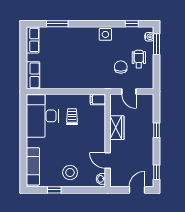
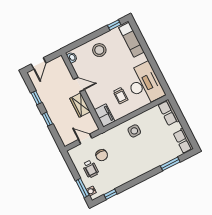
side table: (105, 34) -> (134, 131), moved
filing cabinet: (98, 99) -> (105, 115), width x2.00
door: (108, 161) -> (79, 85), moved
window: (157, 172) -> (36, 98), moved
window: (54, 190) -> (114, 25), moved

